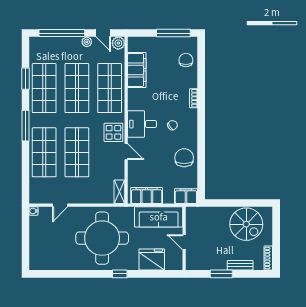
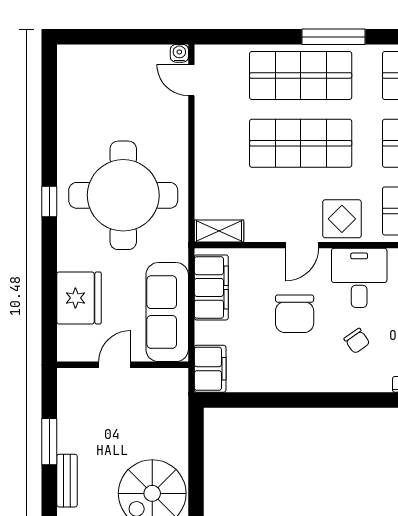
window: (25, 126) -> (333, 37), moved
chair: (184, 158) -> (295, 314), moved, turned 90
door: (60, 205) -> (191, 80), moved
window: (120, 274) -> (49, 202), moved

